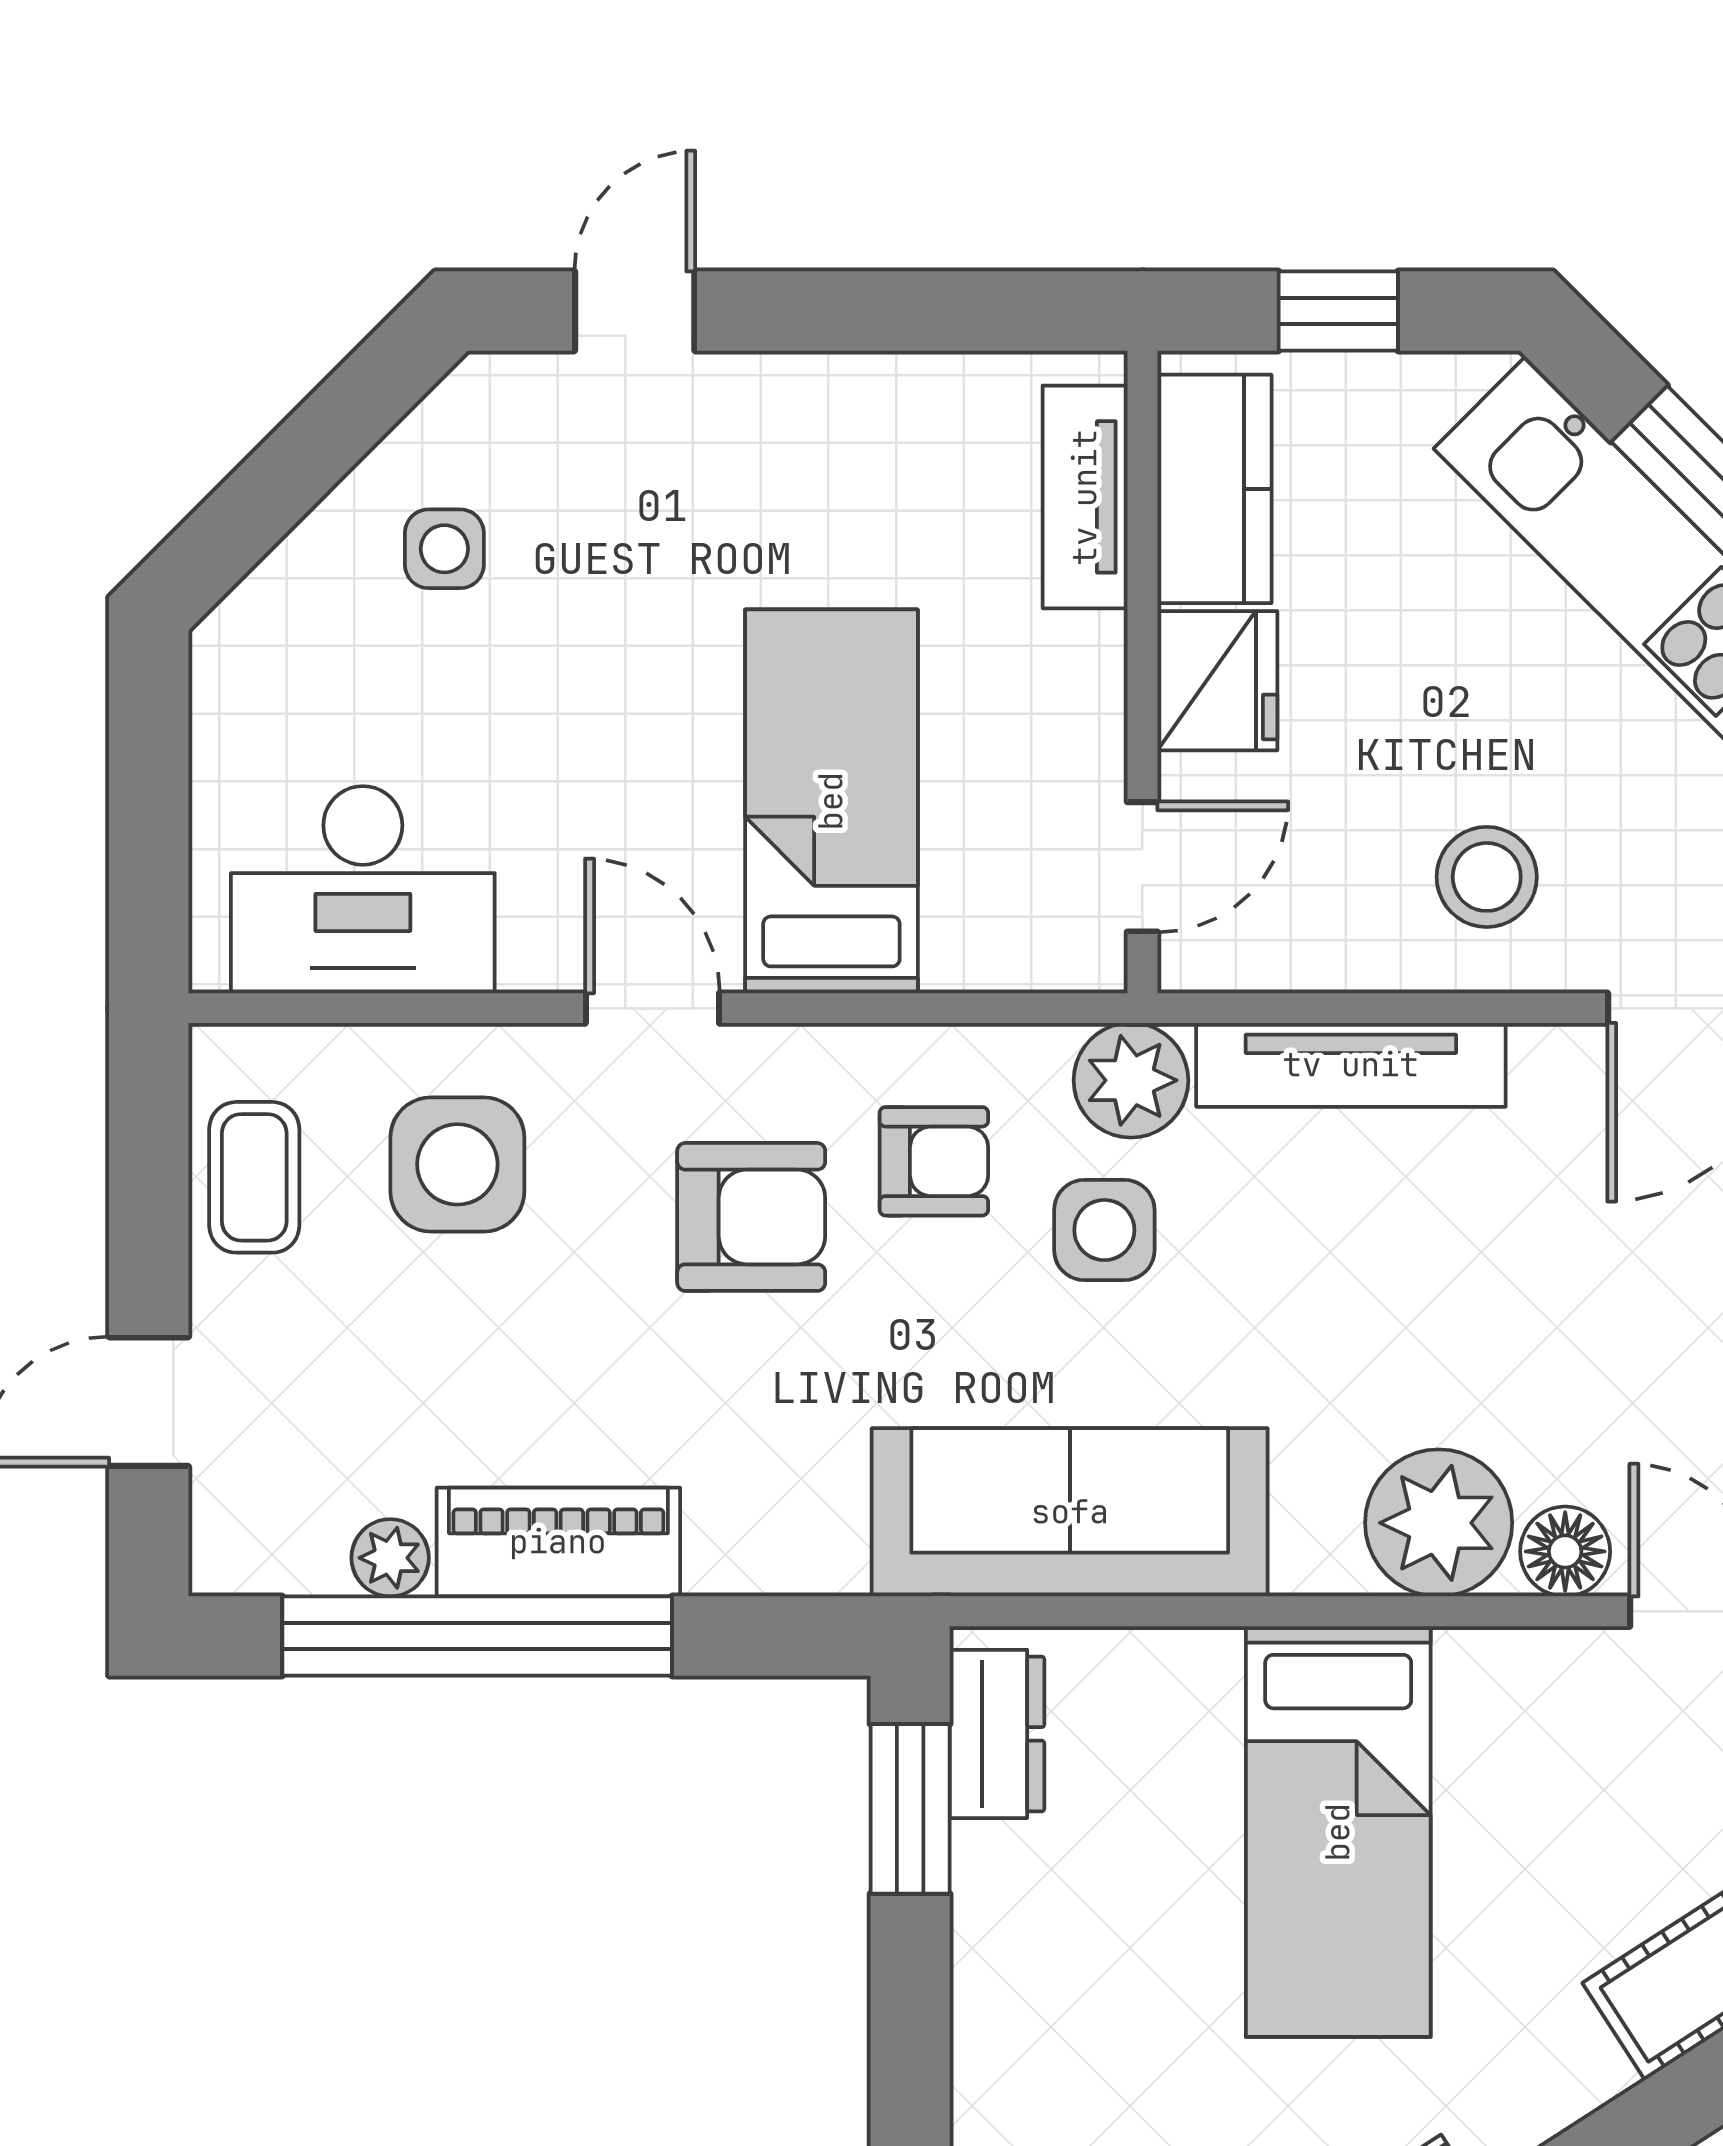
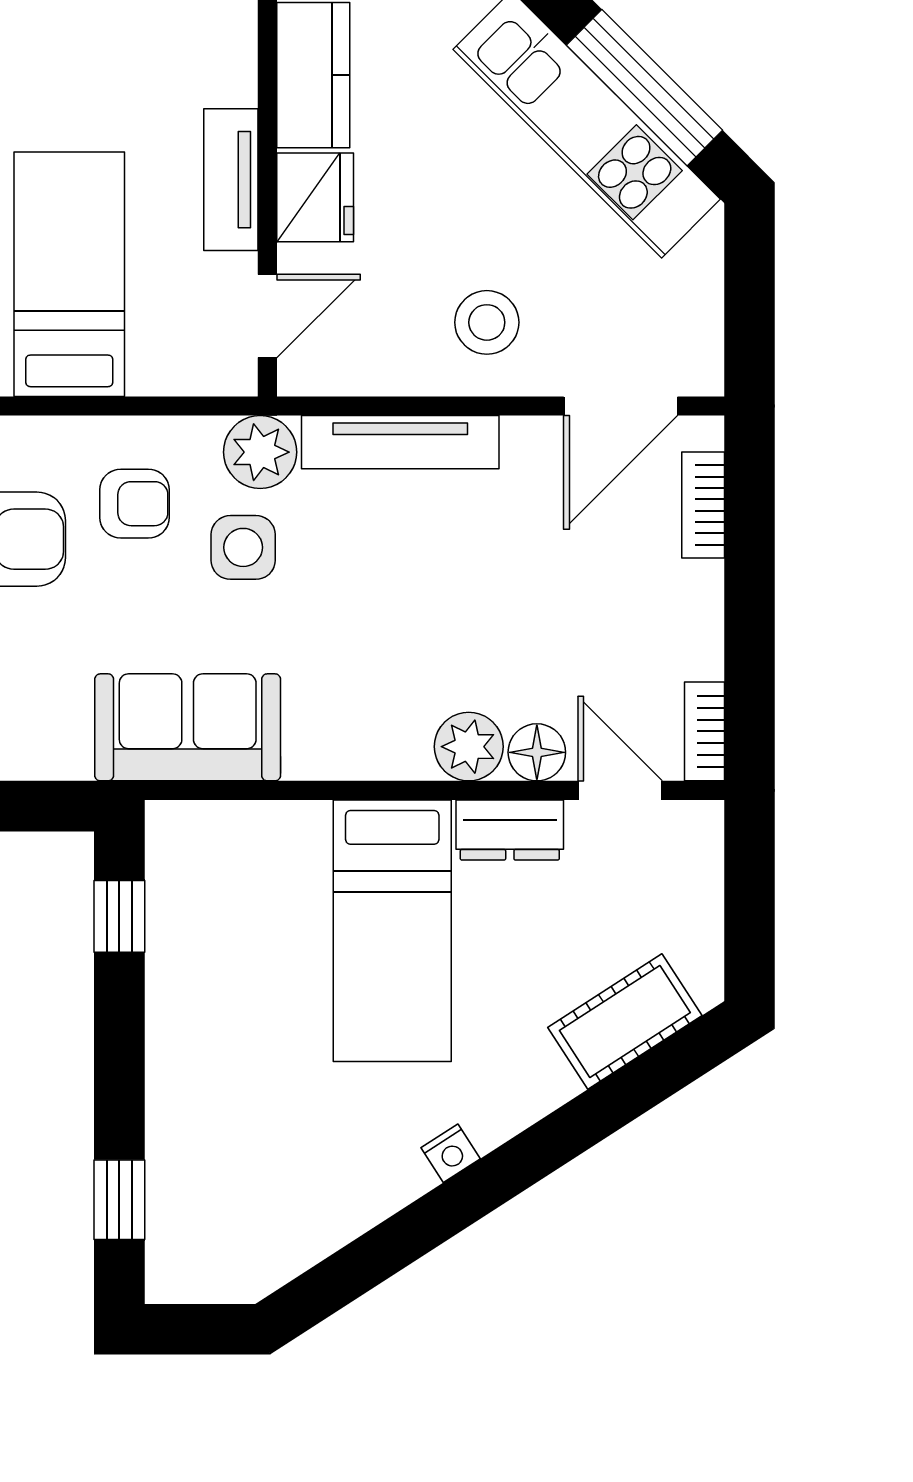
tv unit: (1085, 497) -> (231, 180), moved
sofa: (1070, 1512) -> (188, 727), width x0.73
plant: (1439, 1523) -> (469, 747), width x0.73, depth x0.73
dresser: (997, 1734) -> (510, 830), moved, turned 90
window: (910, 1809) -> (119, 916), width x0.67

